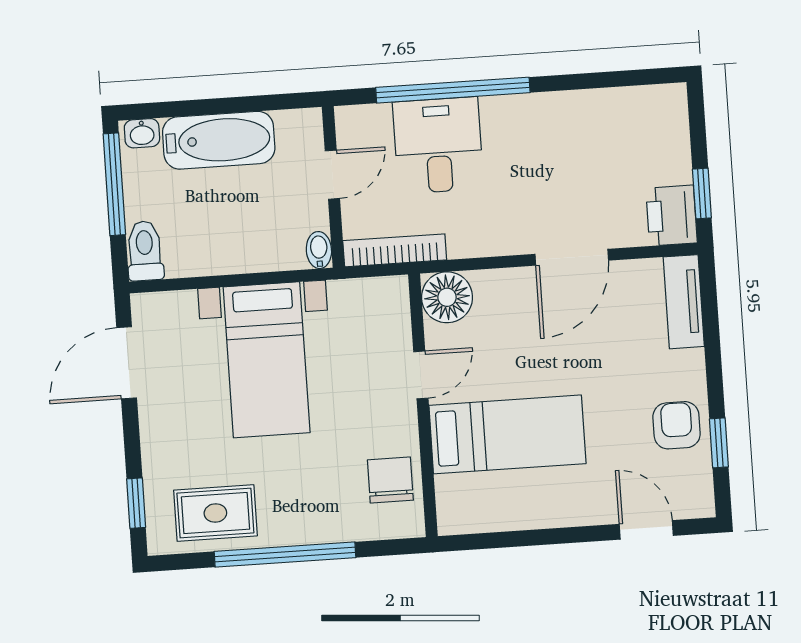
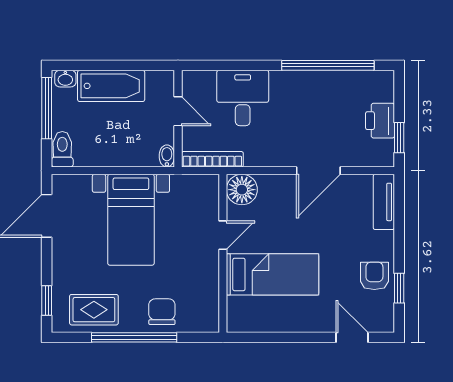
window: (453, 90) -> (328, 65), moved
door: (332, 175) -> (178, 111), hinge flipped
printer: (672, 216) -> (380, 121), moved
chair: (390, 480) -> (162, 312), moved

